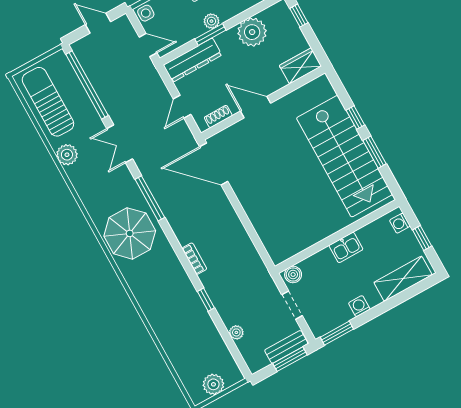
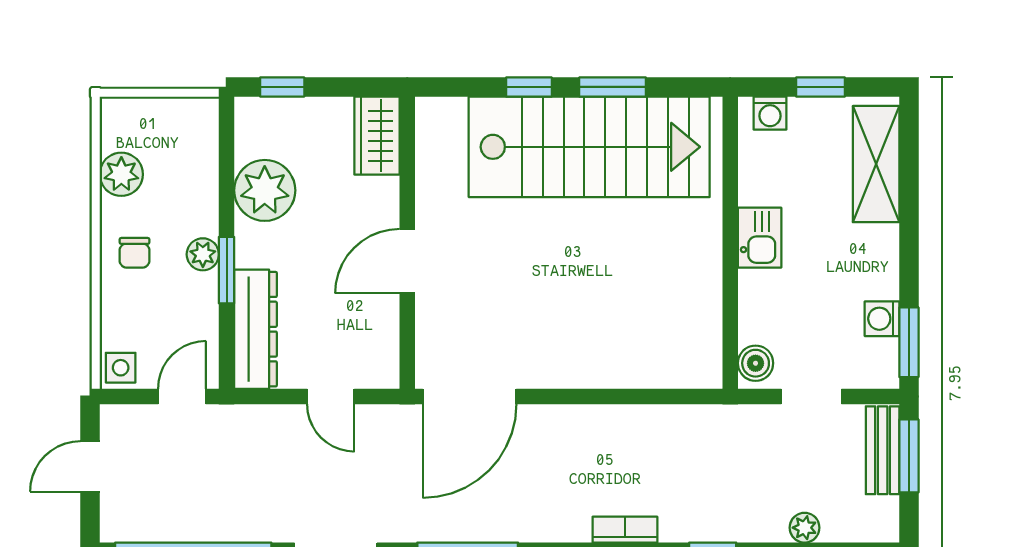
shoe rack: (218, 116) -> (386, 340), removed
washing machine: (359, 306) -> (882, 319), moved

